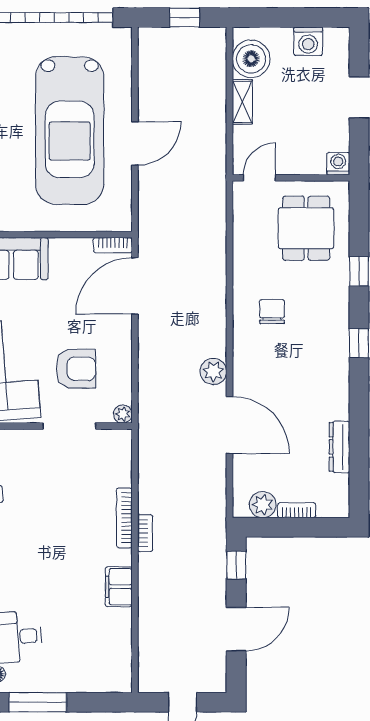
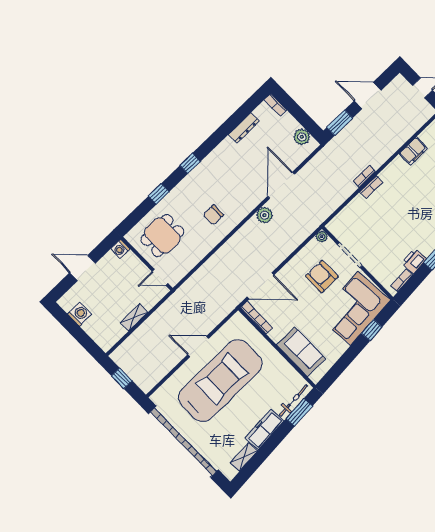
boiler: (251, 59) -> (112, 332), removed
bookcase: (113, 245) -> (257, 318), width x1.56
bookcase: (297, 510) -> (275, 105), moved
bookcase: (124, 518) -> (371, 187), width x0.64
window: (236, 565) -> (340, 123), width x1.50
filing cabinet: (119, 587) -> (413, 151), moved

